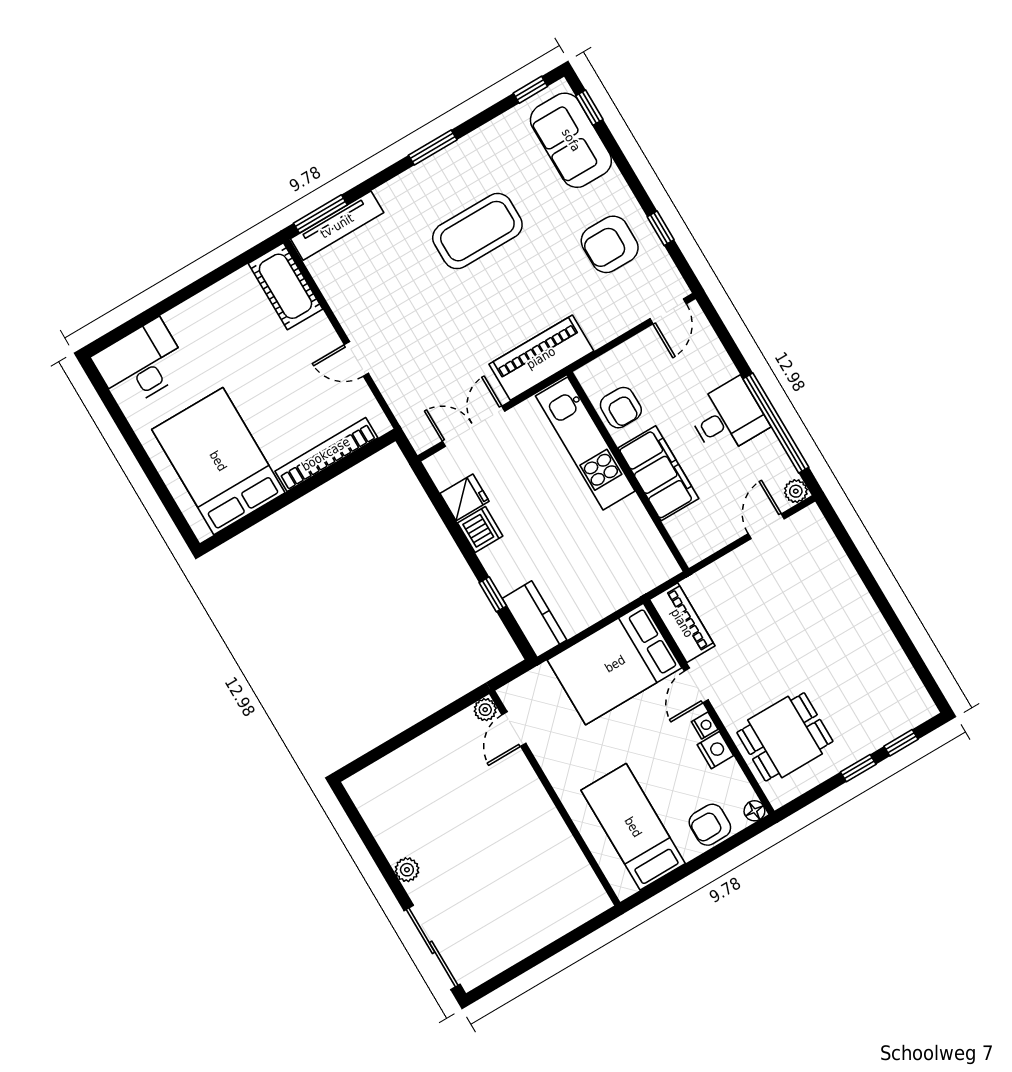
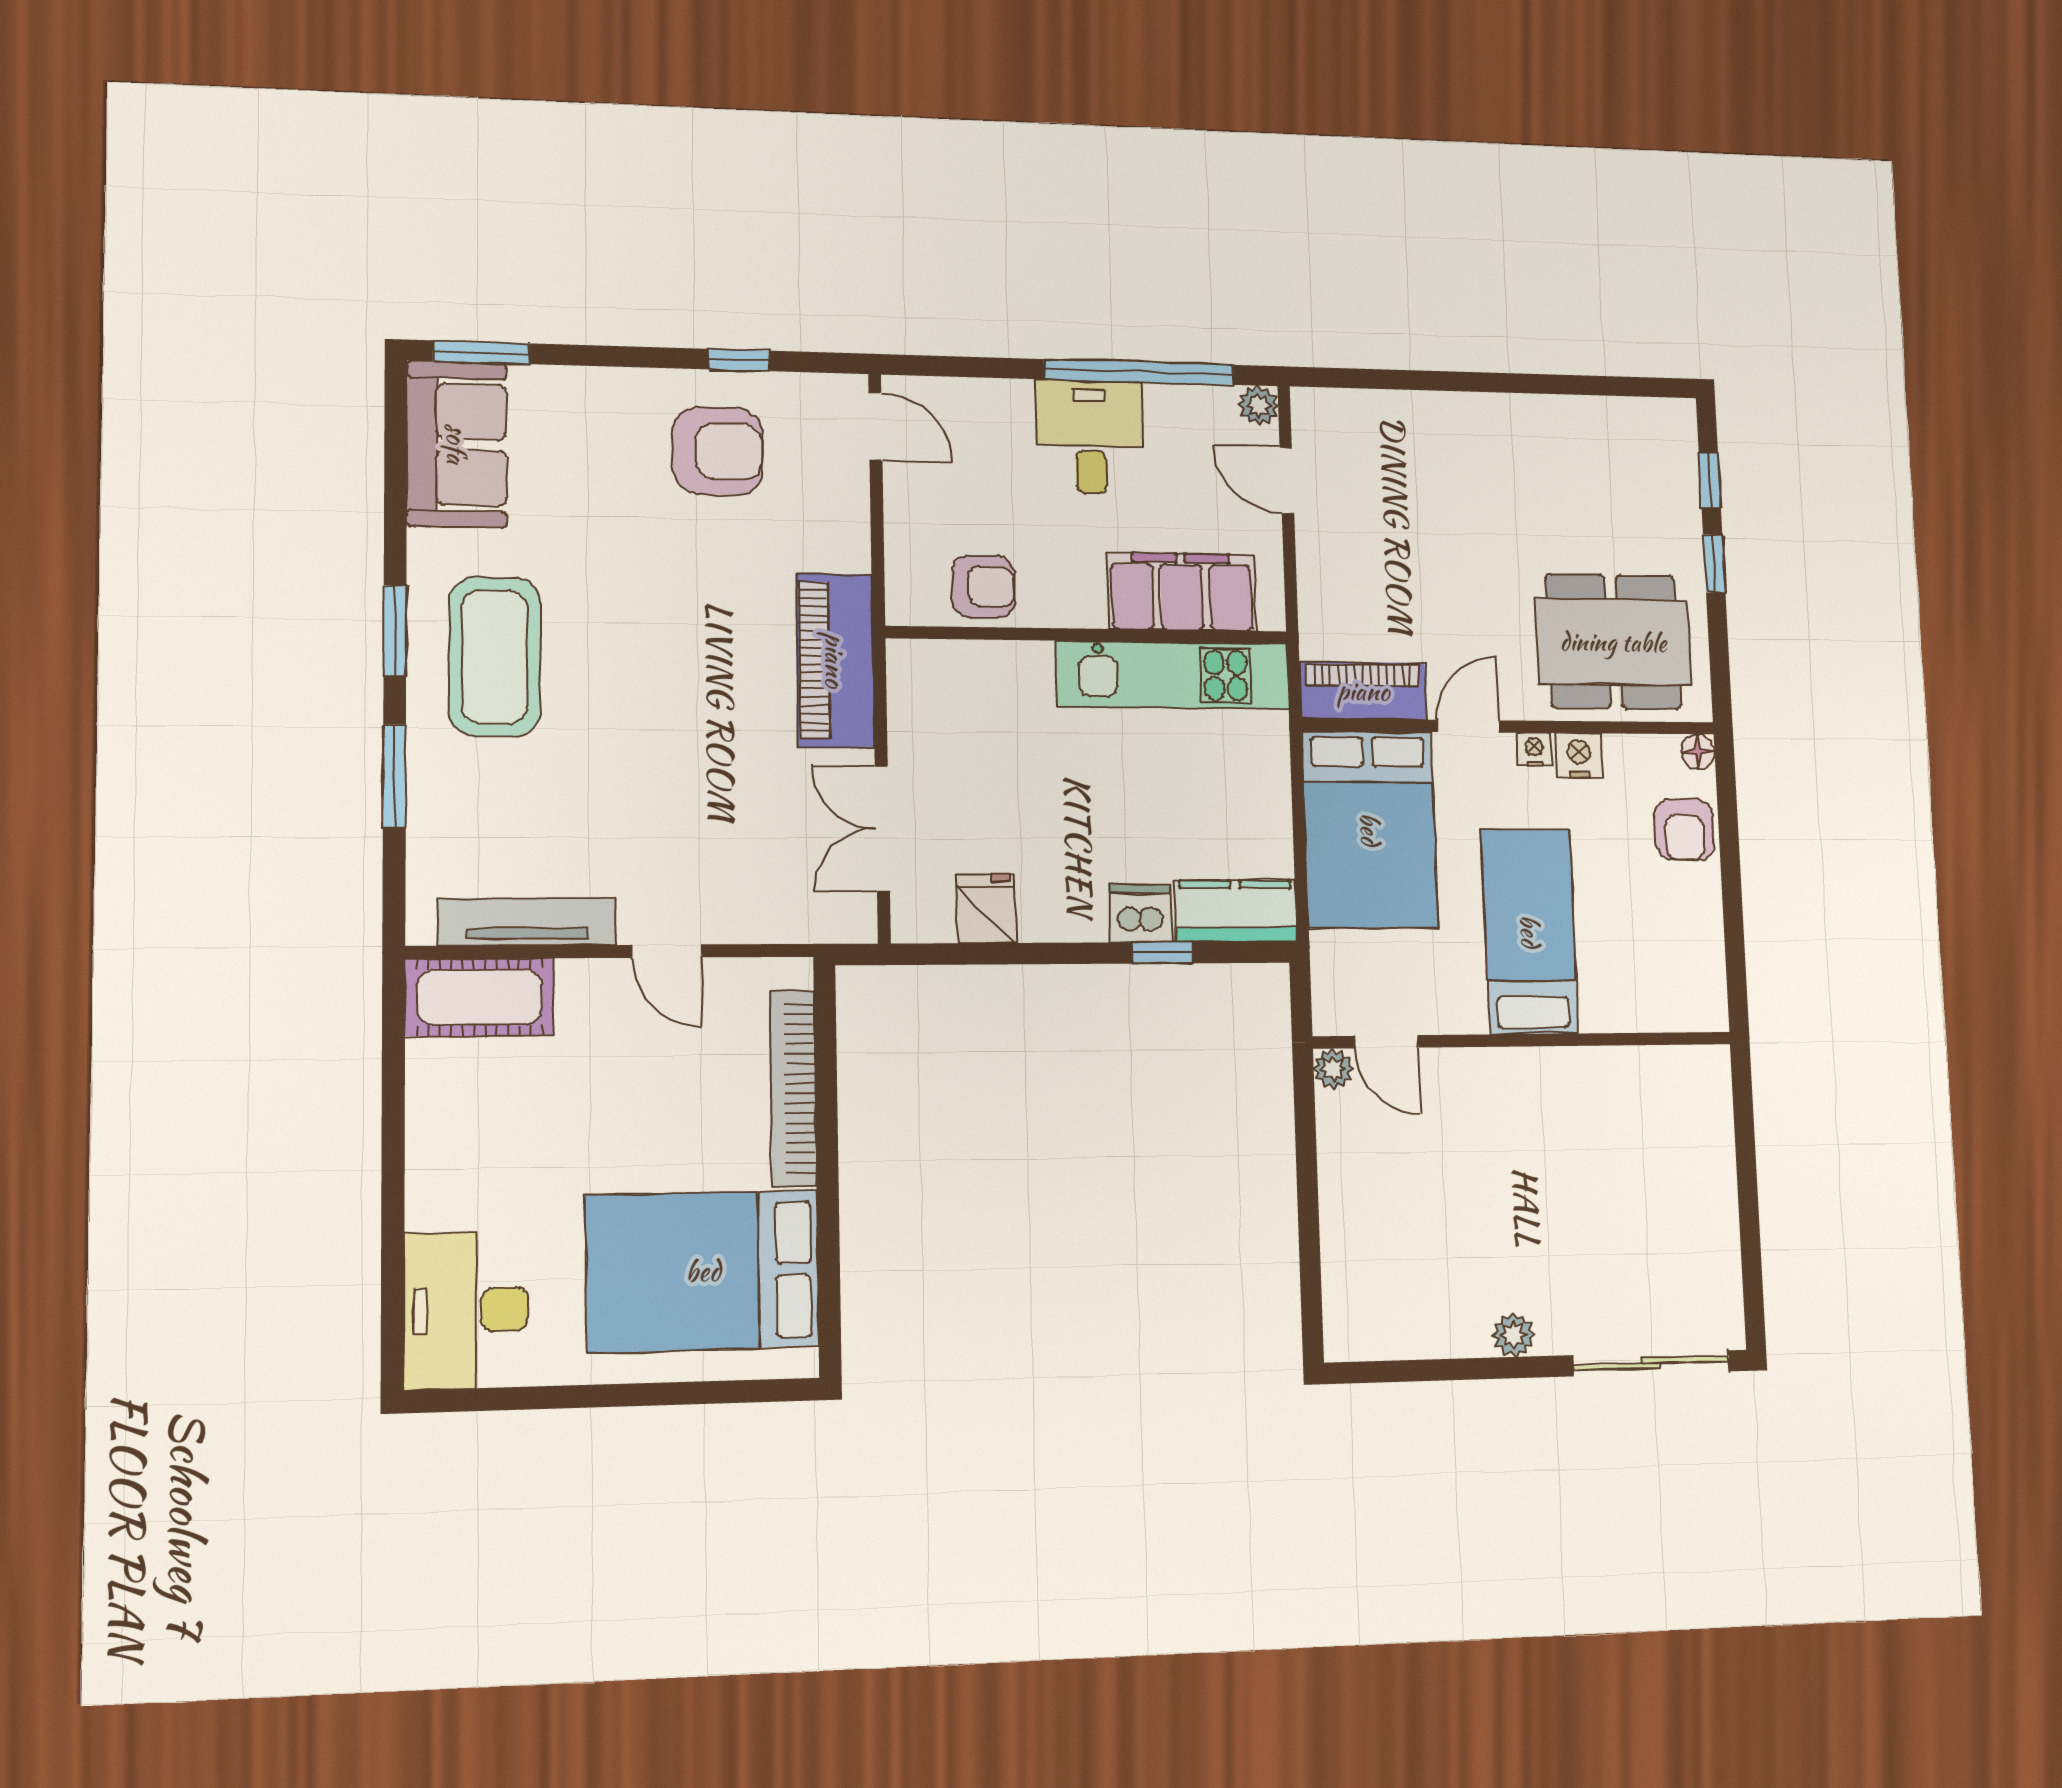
window: (530, 90) -> (396, 424), removed
window: (589, 108) -> (481, 352), width x1.50
sofa: (571, 140) -> (457, 444), moved, turned -90
window: (320, 214) -> (394, 776), moved
tv unit: (337, 226) -> (527, 922), moved, turned -90
coffee table: (477, 231) -> (495, 657), moved
armchair: (610, 244) -> (718, 451), turned -90
door: (356, 359) -> (667, 951), hinge flipped
kitchen unit: (585, 444) -> (1173, 675), moved
filing cabinet: (658, 473) -> (1182, 592), moved
dishwasher: (480, 530) -> (1140, 913), moved
door: (696, 685) -> (1468, 726), swing flipped
dining table: (785, 737) -> (1613, 642), width x1.38
bed: (633, 827) -> (1530, 931), moved, turned 90

